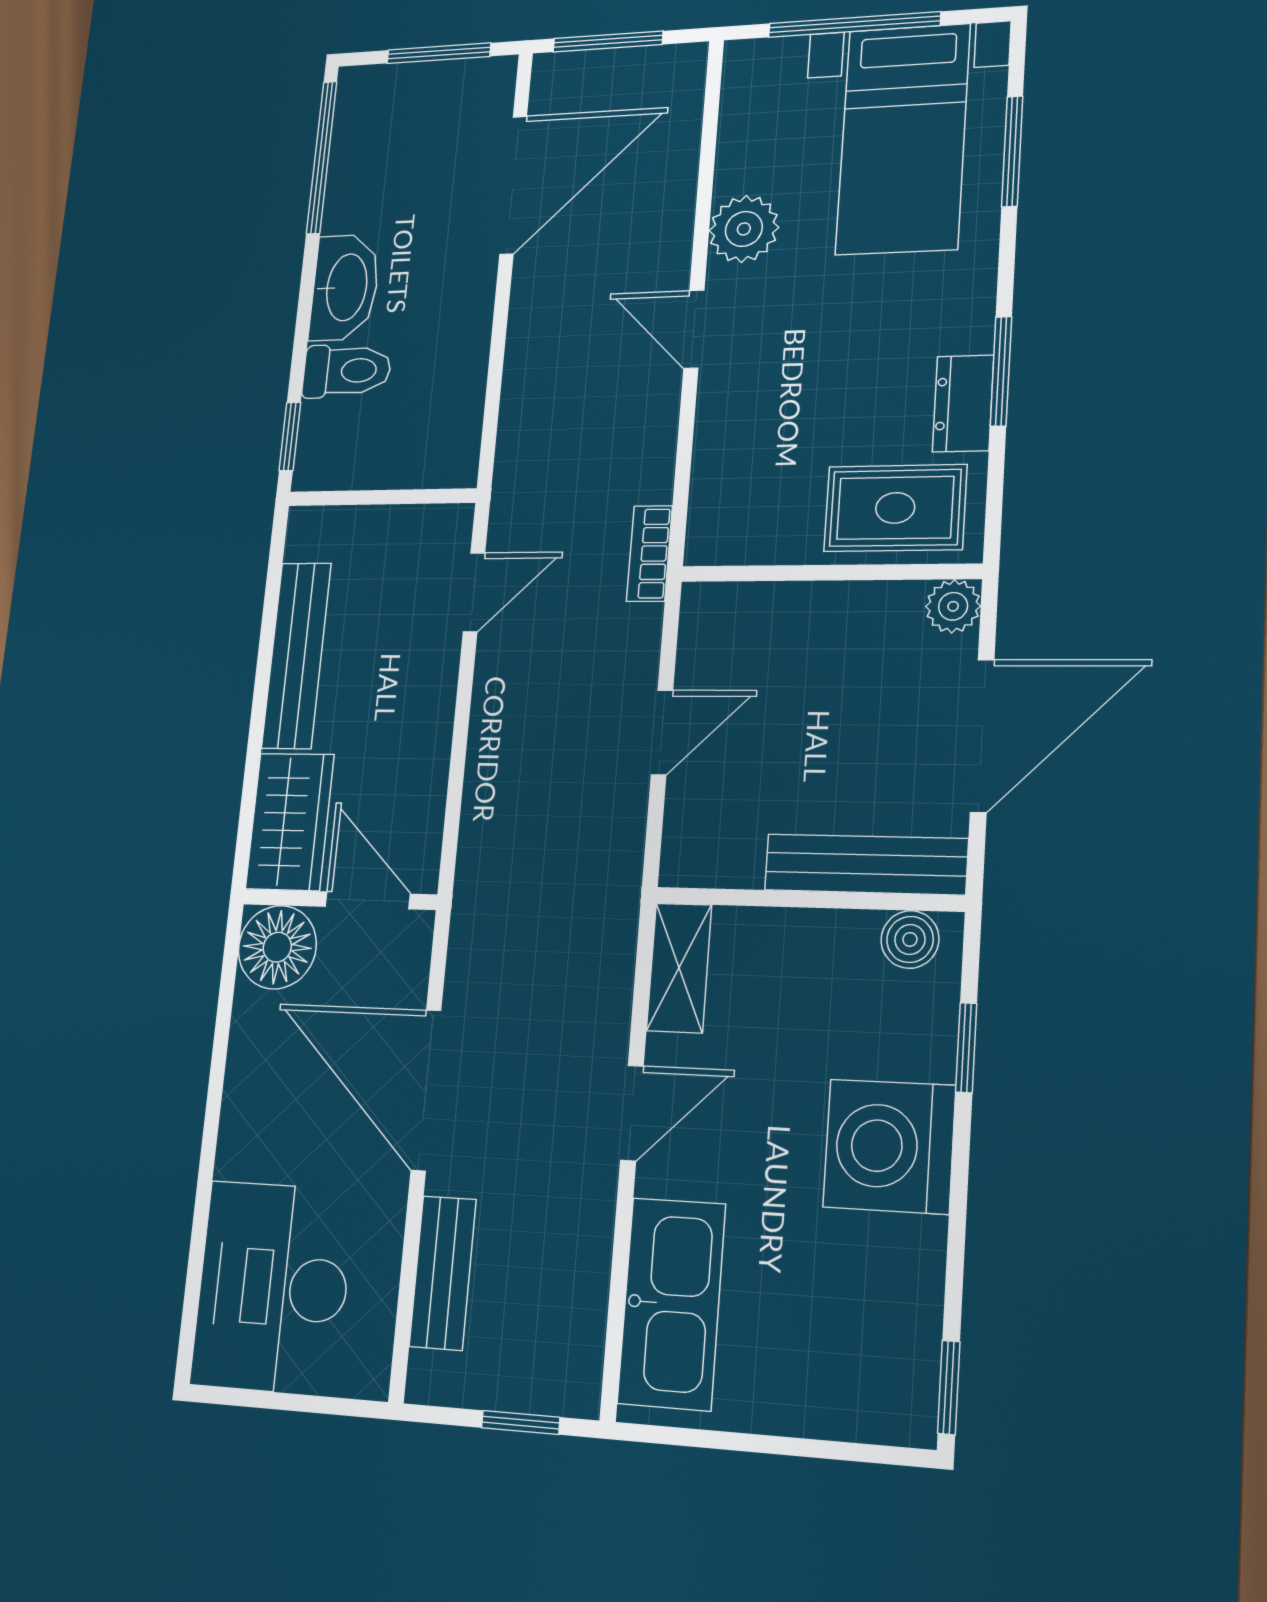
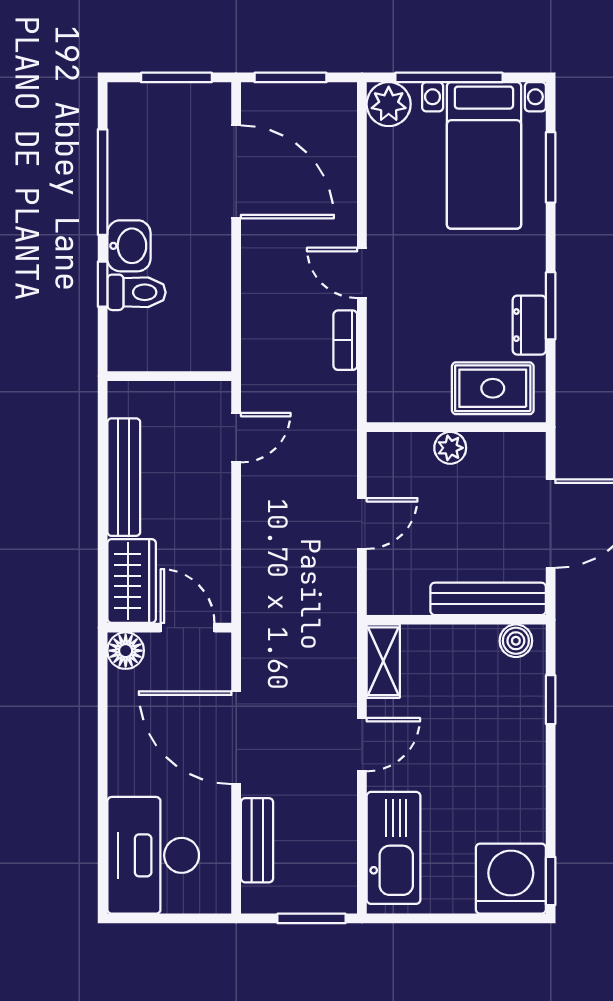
window: (322, 157) -> (103, 182), moved
door: (513, 185) -> (236, 172), hinge flipped
plant: (744, 229) -> (389, 104), moved
washbasin: (345, 287) -> (129, 246), width x0.72
window: (290, 436) -> (103, 284), moved
bookcase: (649, 554) -> (345, 340), moved
plant: (953, 606) -> (450, 448), moved
floor lamp: (277, 947) -> (126, 651), width x0.73, depth x0.73
washing machine: (889, 1146) -> (511, 879), moved, turned 90
window: (521, 1422) -> (312, 918), width x1.50

